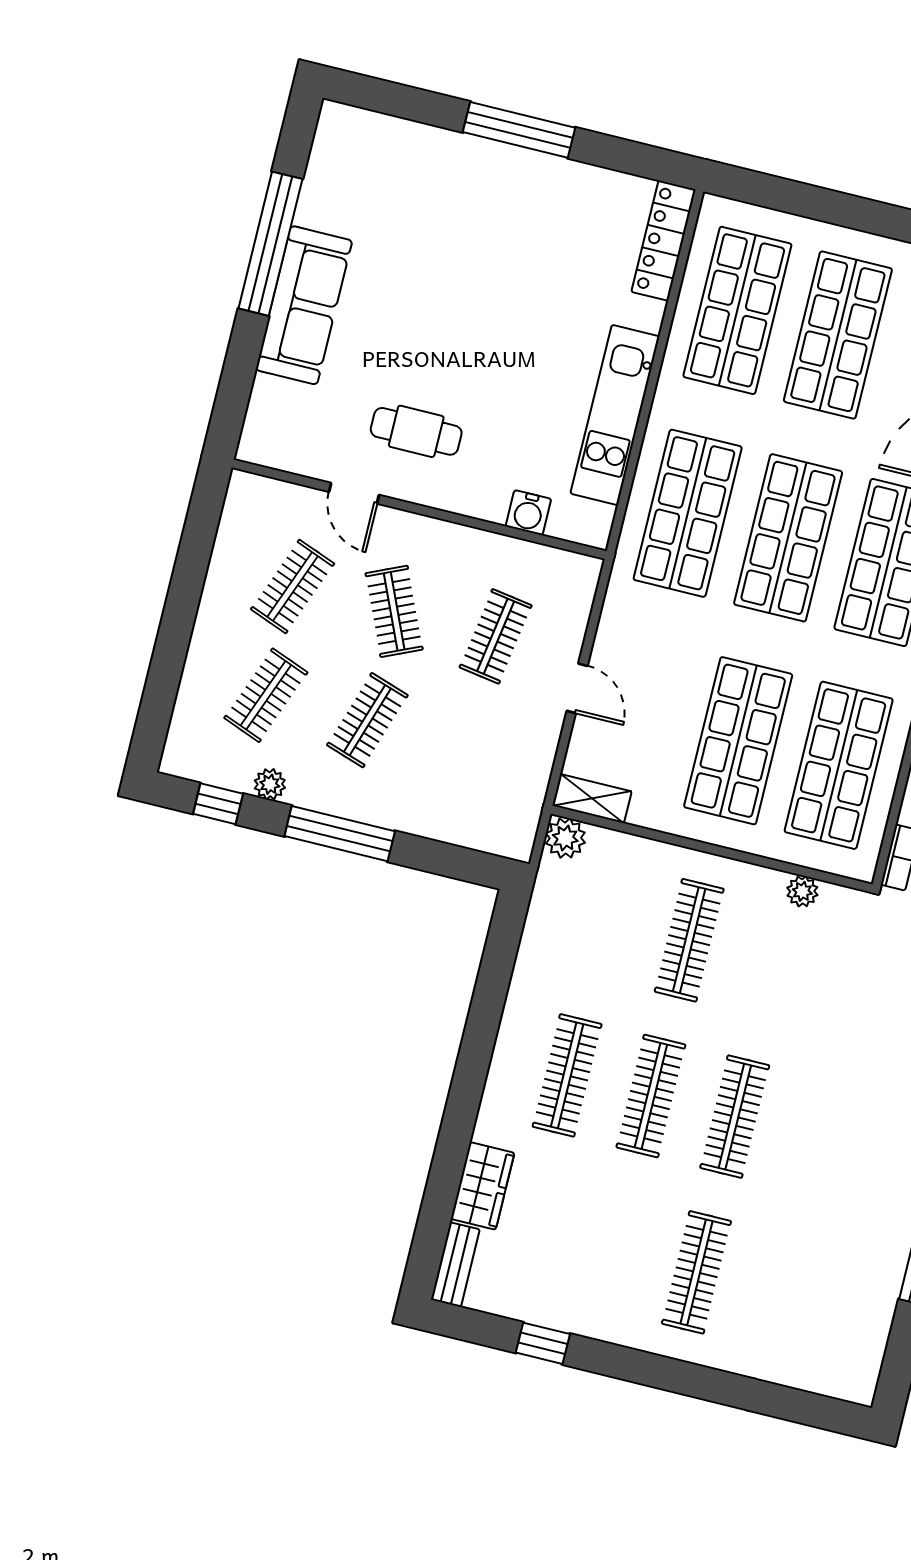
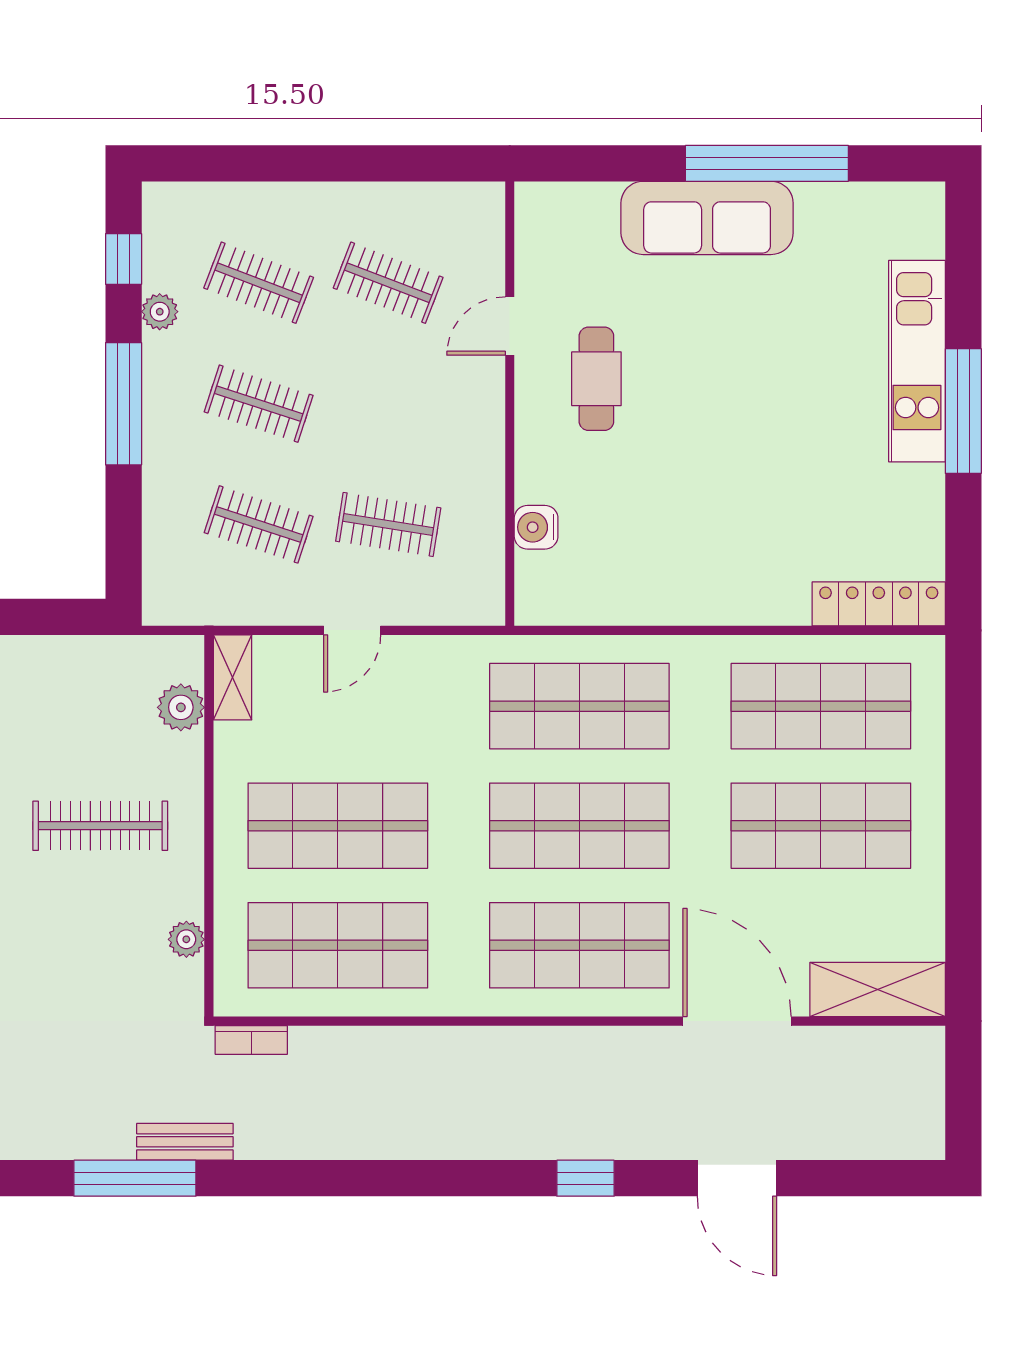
kitchen unit: (615, 415) -> (917, 361), moved, turned -90
clothes rail: (394, 611) -> (259, 524), moved, turned 42
plant: (565, 838) -> (181, 707), moved

